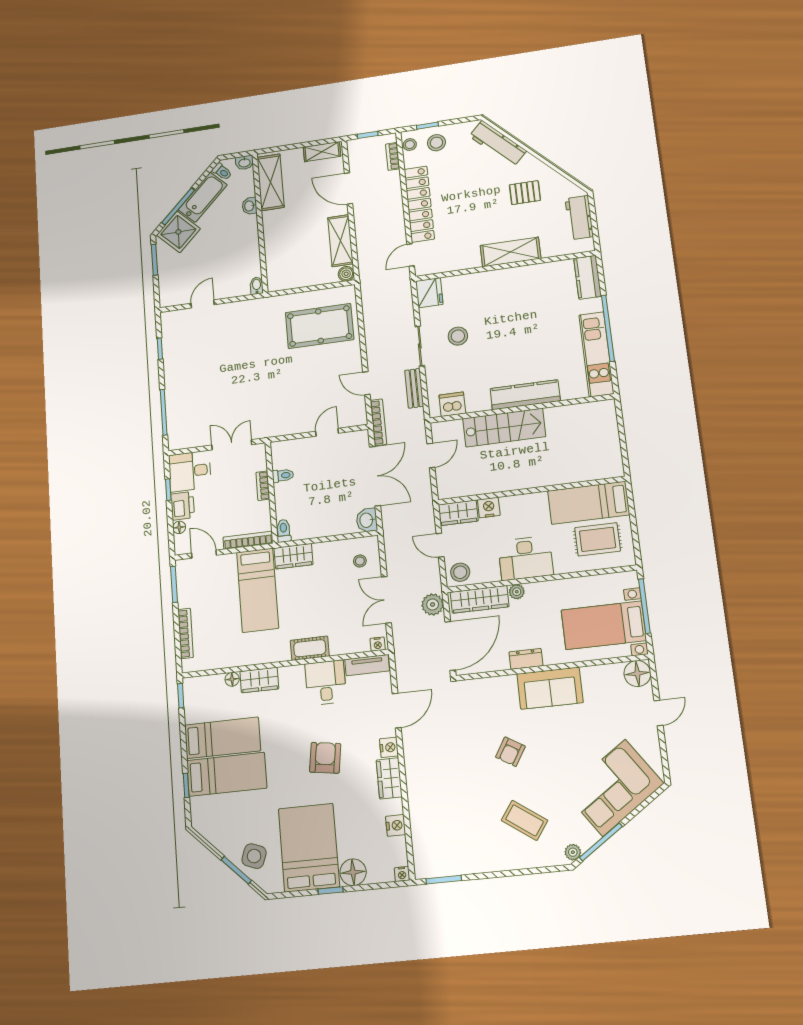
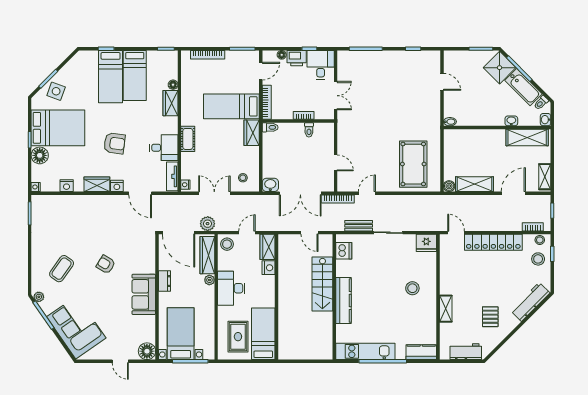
shelving: (510, 252) -> (446, 309), width x0.67, depth x0.75
stool: (458, 336) -> (412, 288), moved

